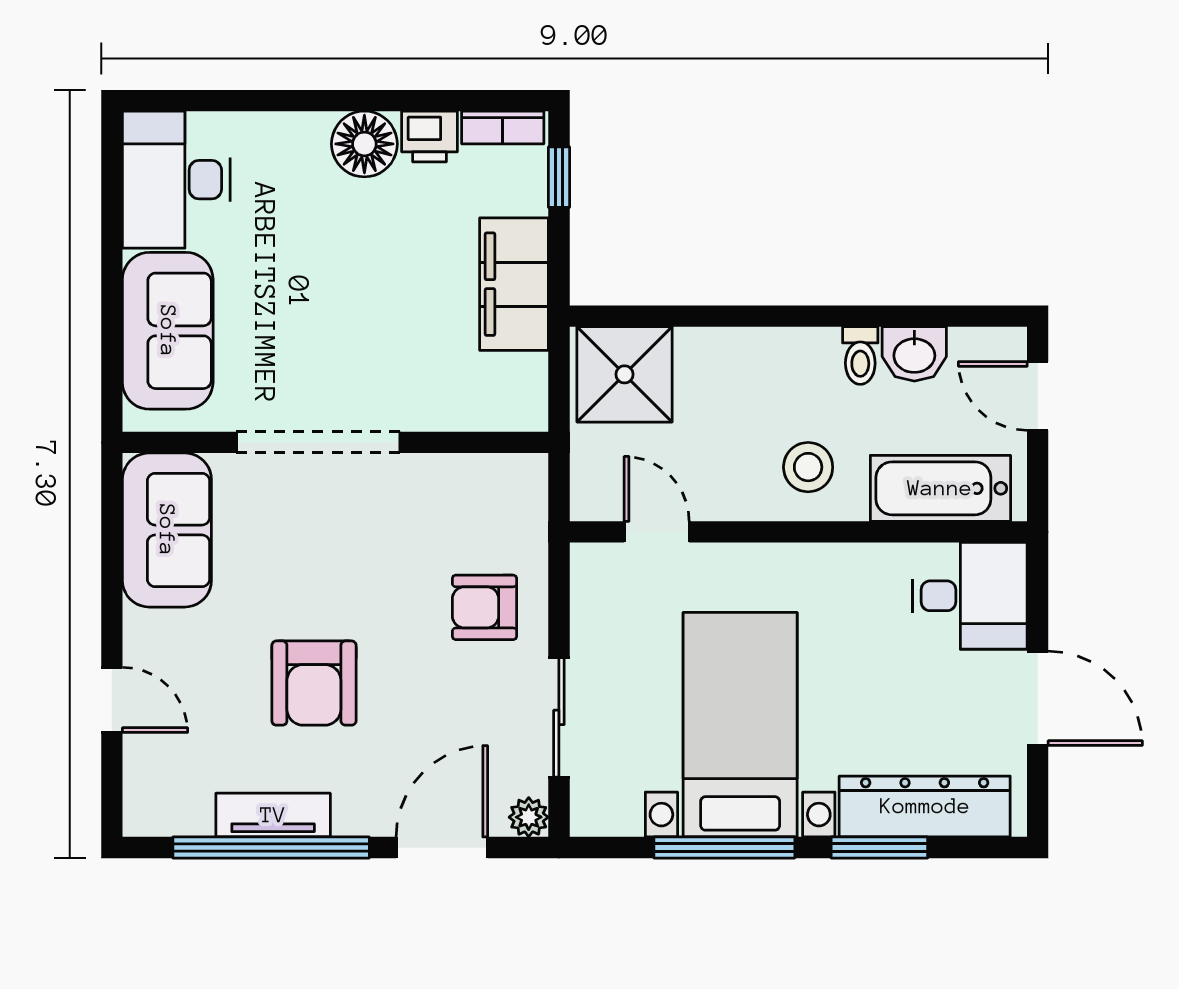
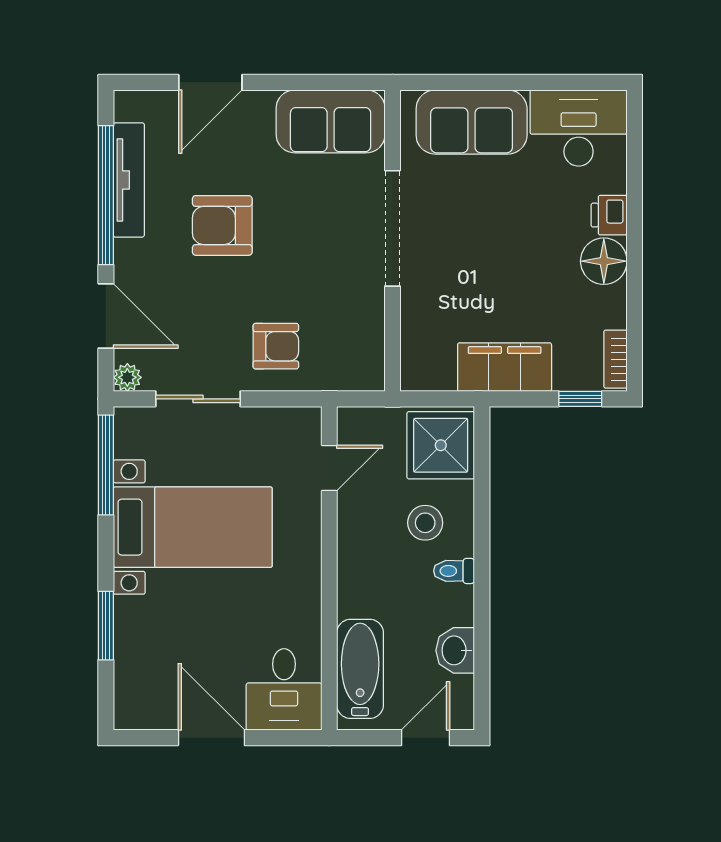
printer: (429, 137) -> (609, 215), moved
toilet: (860, 356) -> (454, 571), moved
stool: (808, 467) -> (425, 523), moved
armchair: (484, 607) -> (276, 346), turned 90
door: (1038, 698) -> (211, 738), swing flipped
door: (112, 700) -> (210, 82), width x1.38
dresser: (925, 806) -> (135, 658), removed
tv unit: (273, 815) -> (129, 180), width x1.41
window: (724, 848) -> (106, 465), moved

